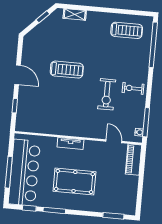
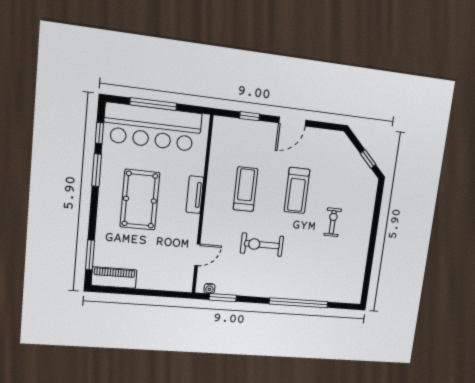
shelving: (75, 14) -> (369, 202), removed
treadmill: (127, 30) -> (246, 189), moved, turned 180
window: (153, 45) -> (299, 303), moved
exercise bike: (133, 88) -> (333, 222), moved
window: (146, 122) -> (223, 298), width x0.69
piano: (134, 160) -> (114, 278), moved

